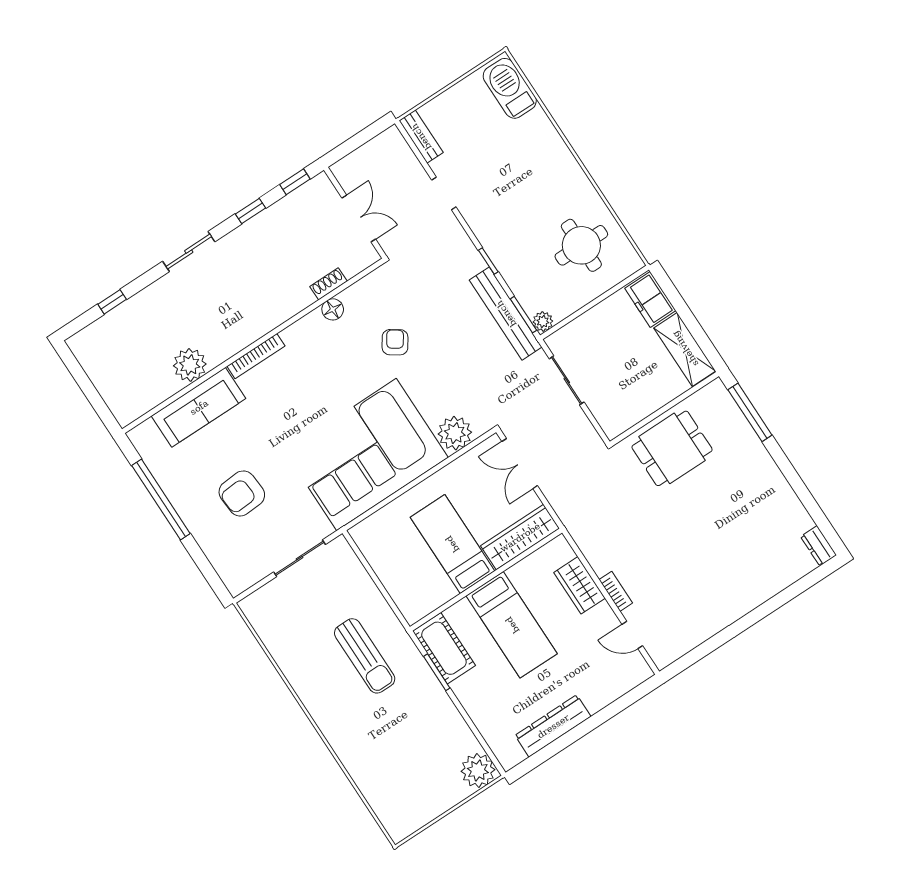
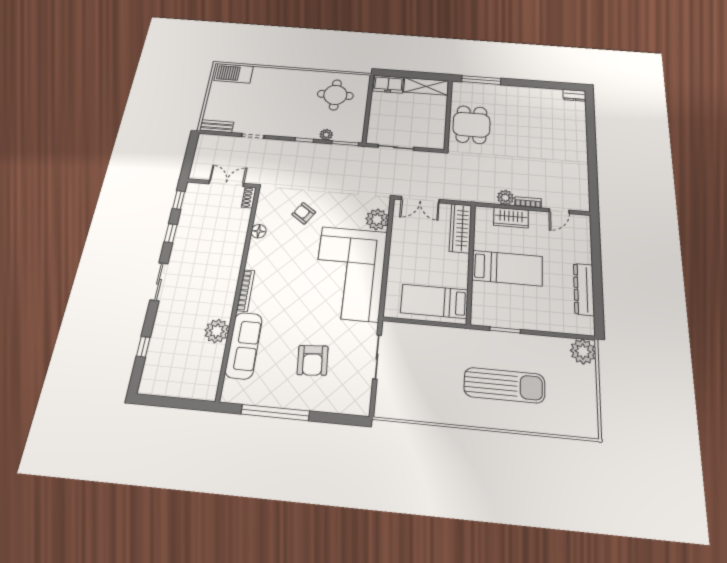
shoe rack: (328, 284) -> (249, 197), moved
bench: (506, 314) -> (337, 151), removed
plant: (543, 321) -> (326, 135), moved
bed: (452, 544) -> (434, 301), moved
plant: (601, 561) -> (505, 198), added
cot: (444, 648) -> (494, 315), removed
sun lounger: (365, 656) -> (504, 385), moved, width x1.36, depth x1.34

